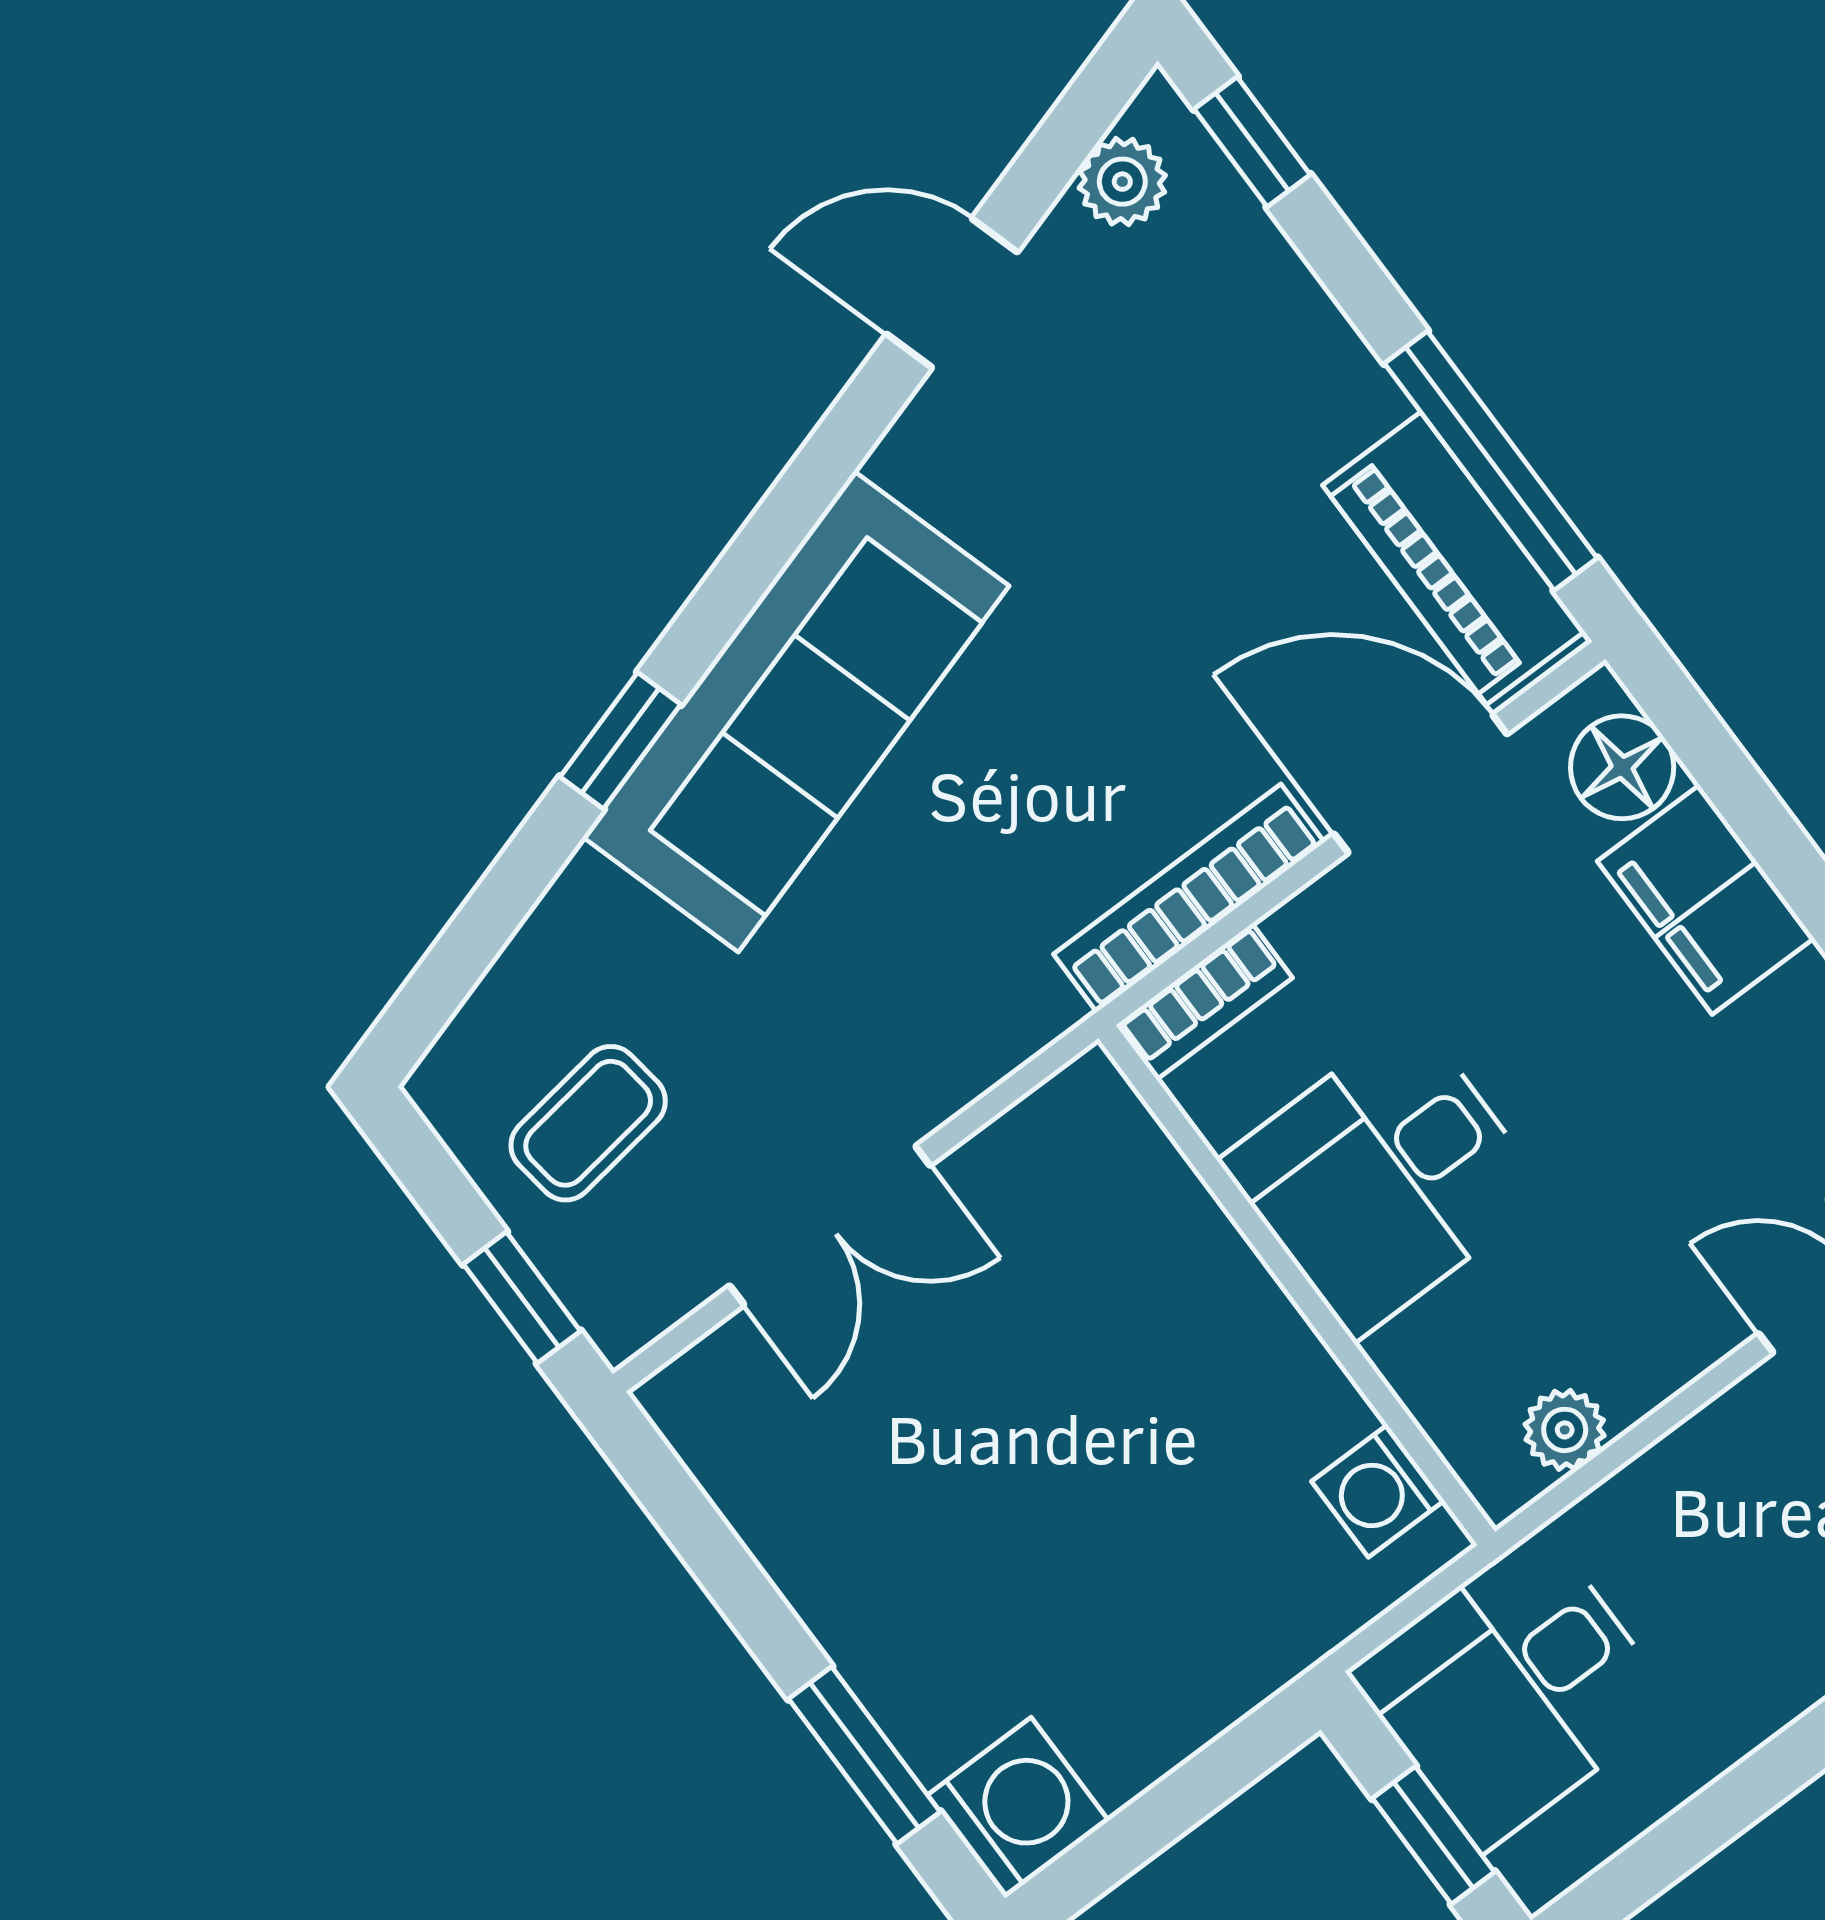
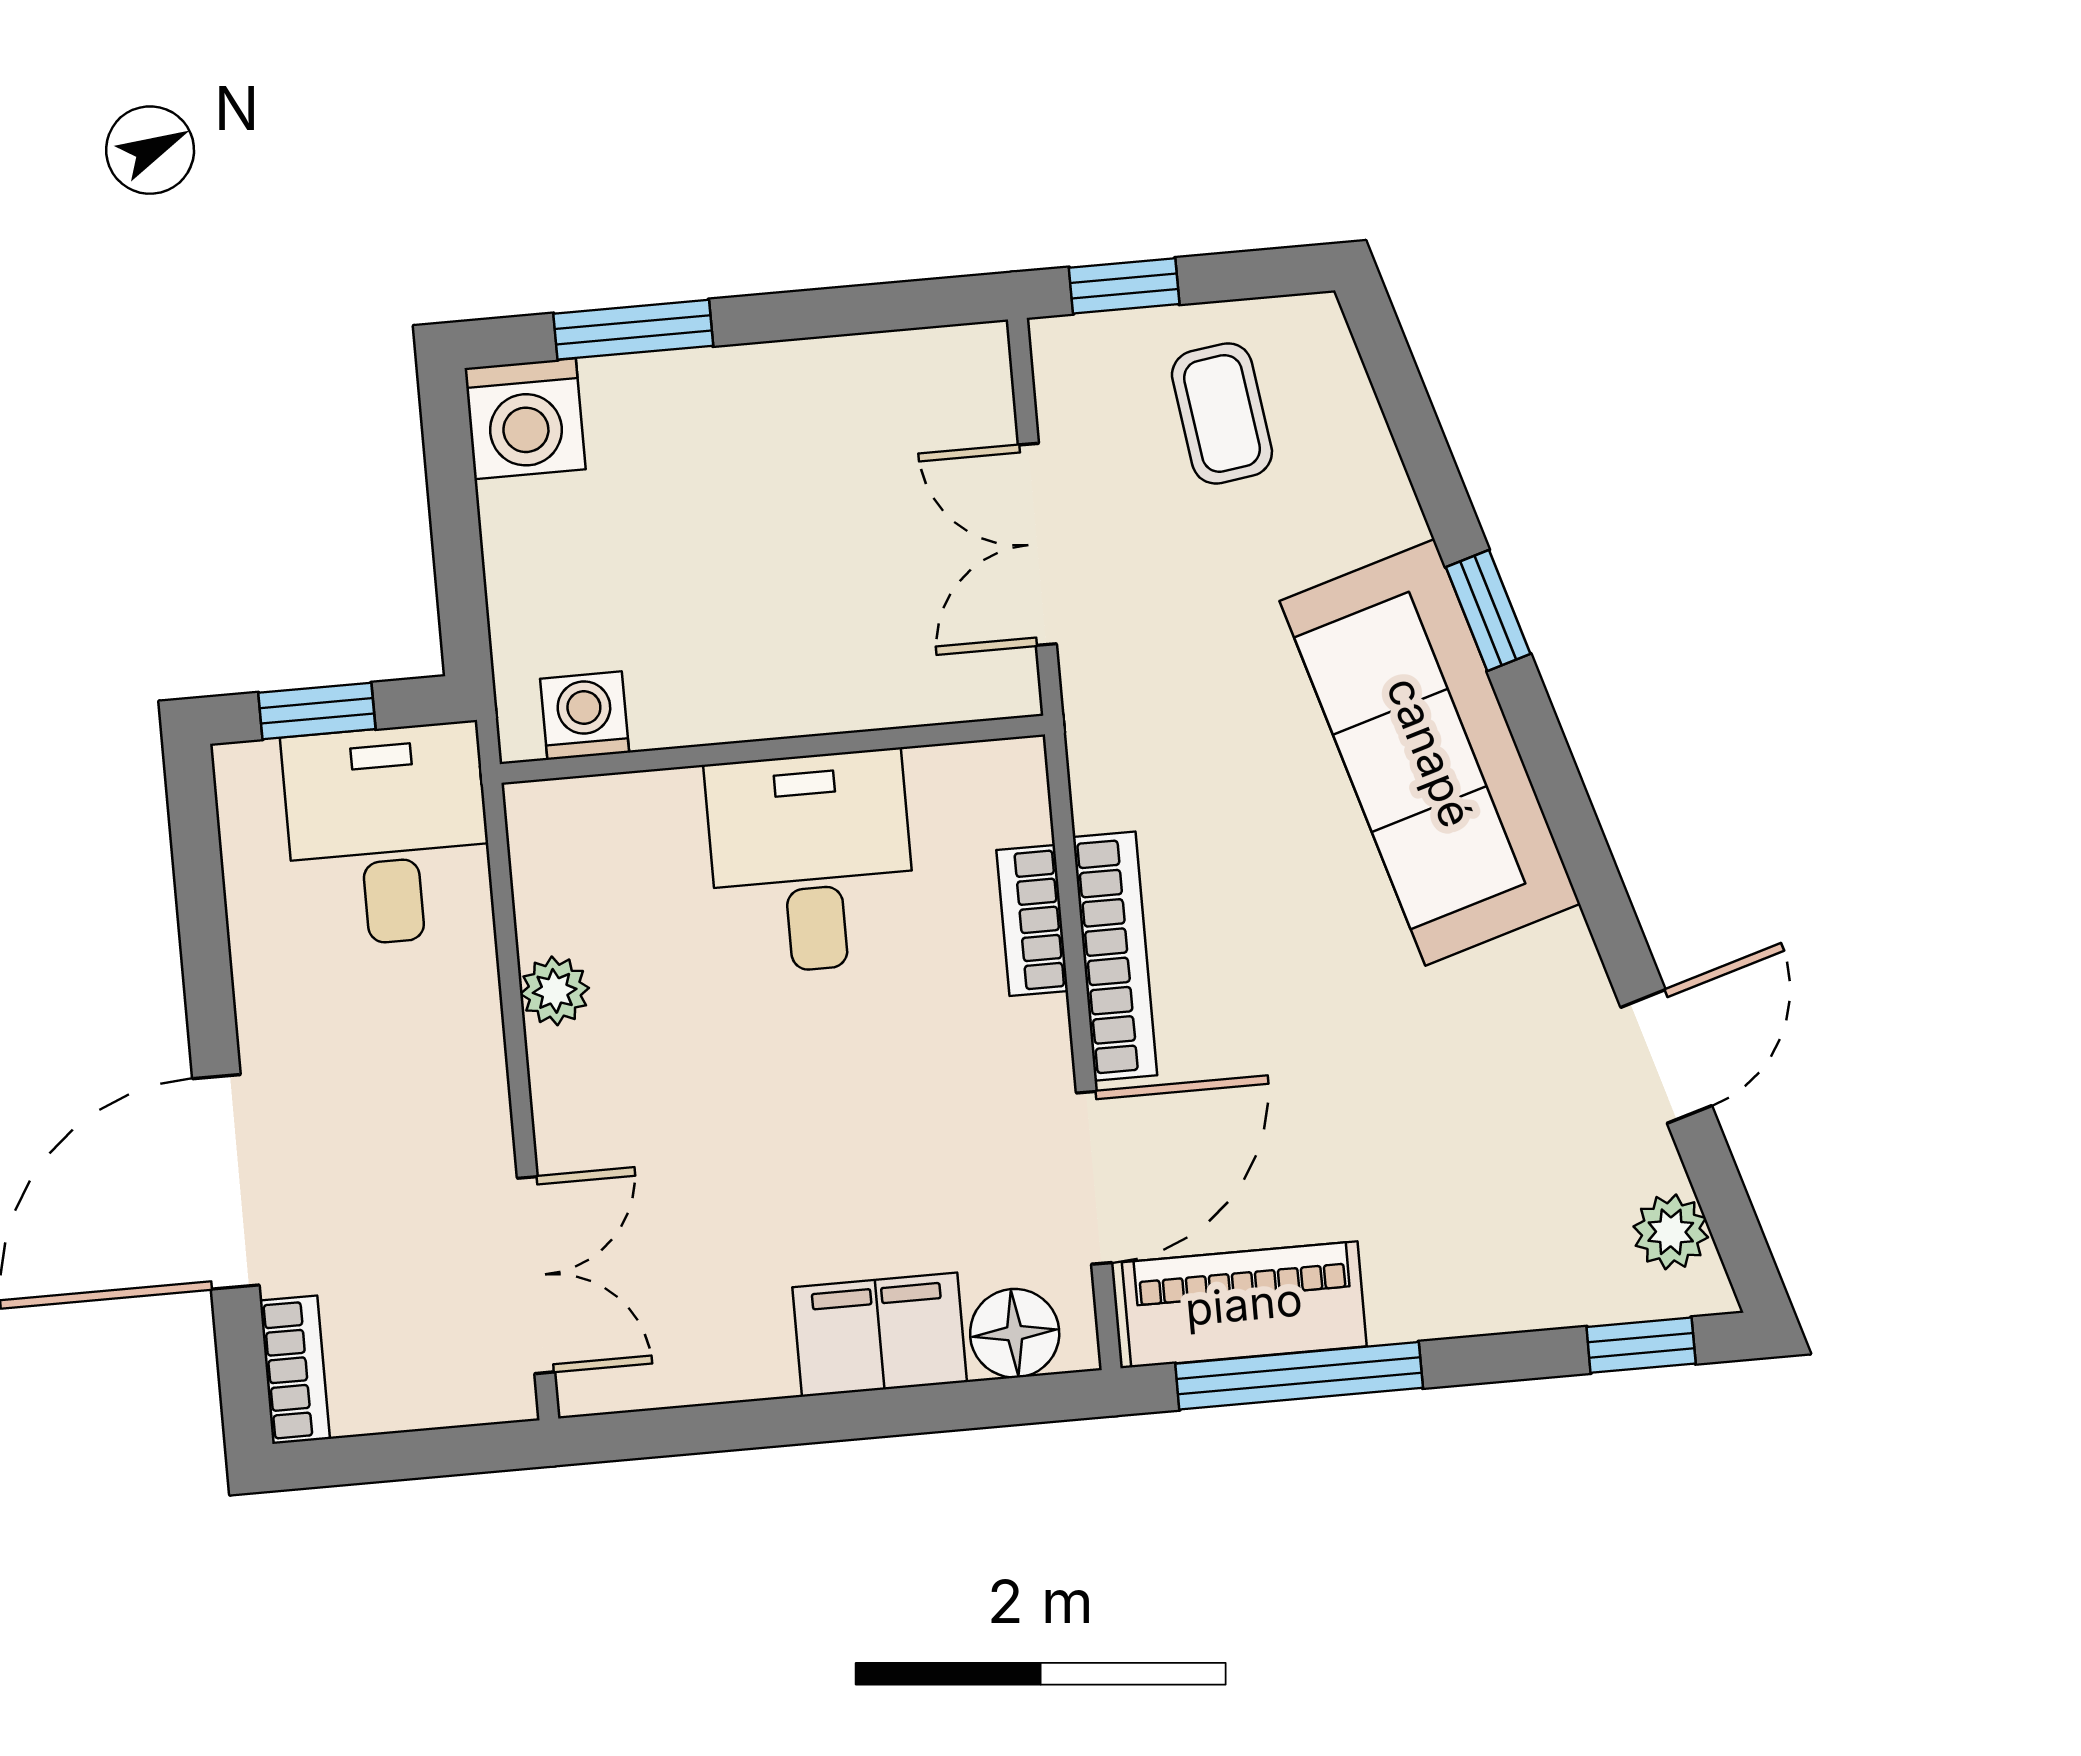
desk: (1384, 1178) -> (811, 862), moved
wall: (1297, 1285) -> (772, 749), moved
washing machine: (1378, 1491) -> (585, 716), moved

